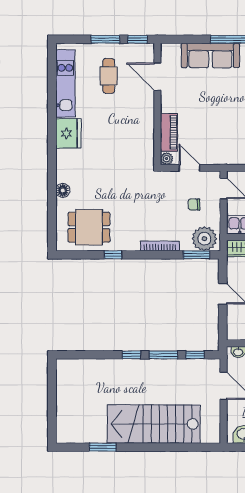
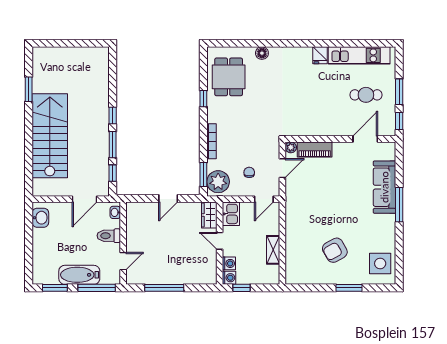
fridge: (68, 133) -> (320, 55), width x0.53, depth x0.75

